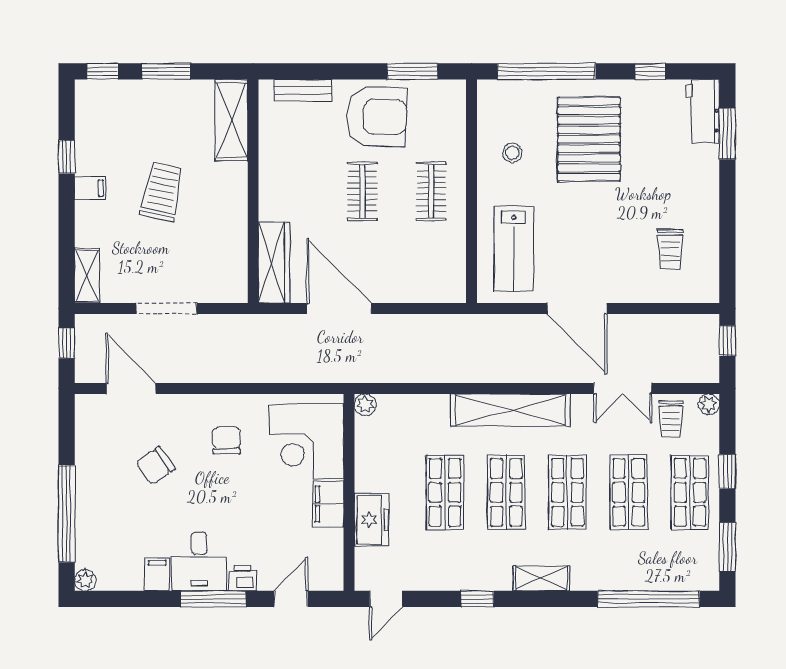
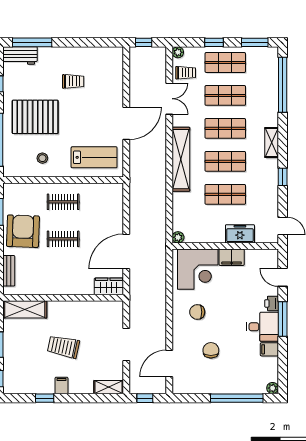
window: (727, 134) -> (32, 42), width x1.44
trolley: (670, 249) -> (73, 81), moved
wardrobe: (274, 263) -> (109, 286), width x0.67
chair: (155, 466) -> (211, 350), turned -145

